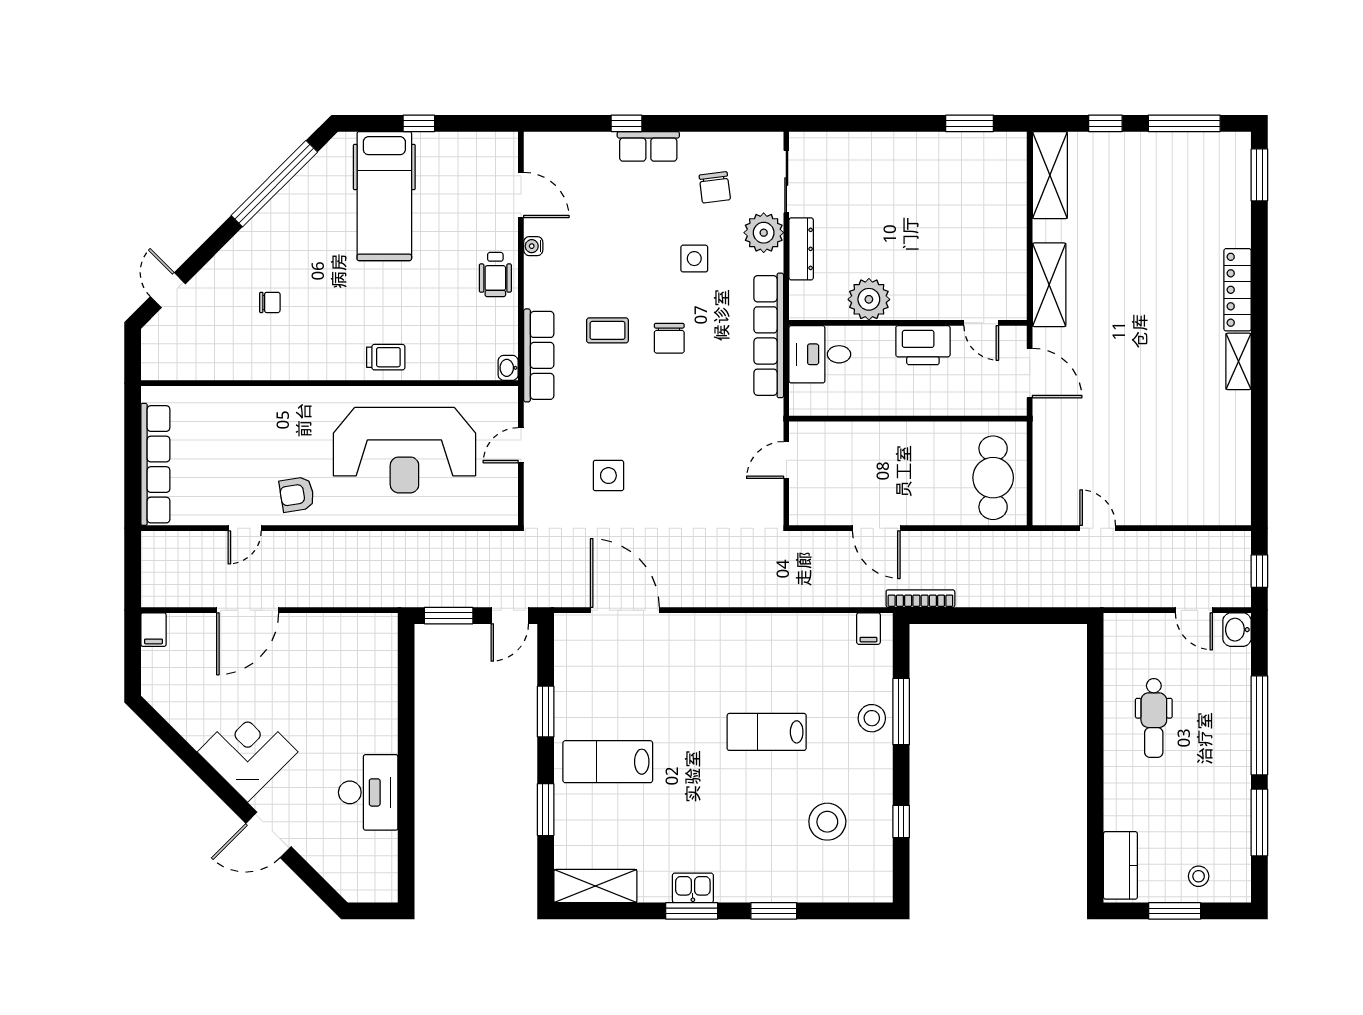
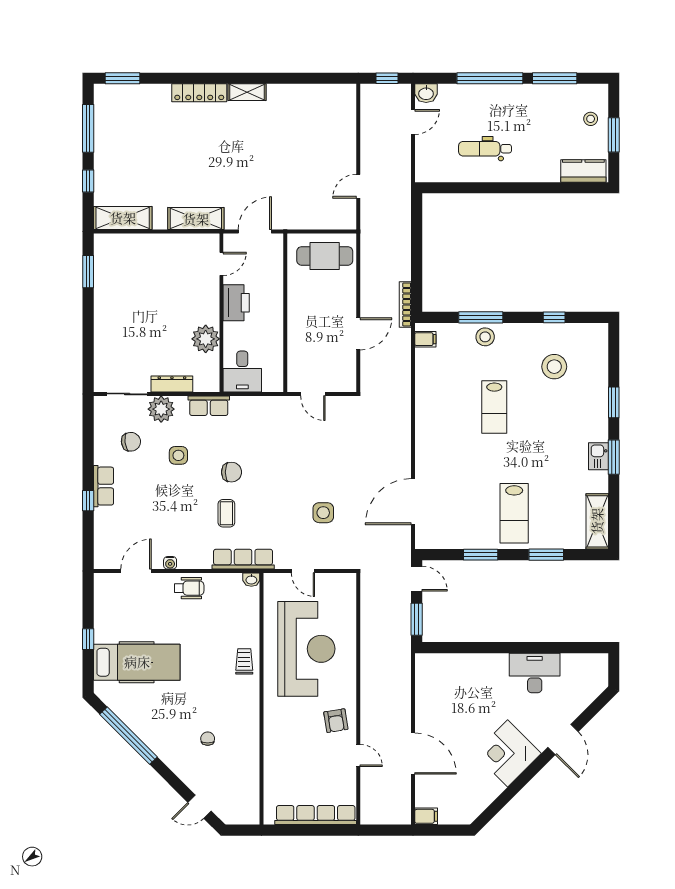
row of seats: (769, 335) -> (209, 406), width x0.50
dental chair: (1154, 718) -> (485, 149), turned 180

